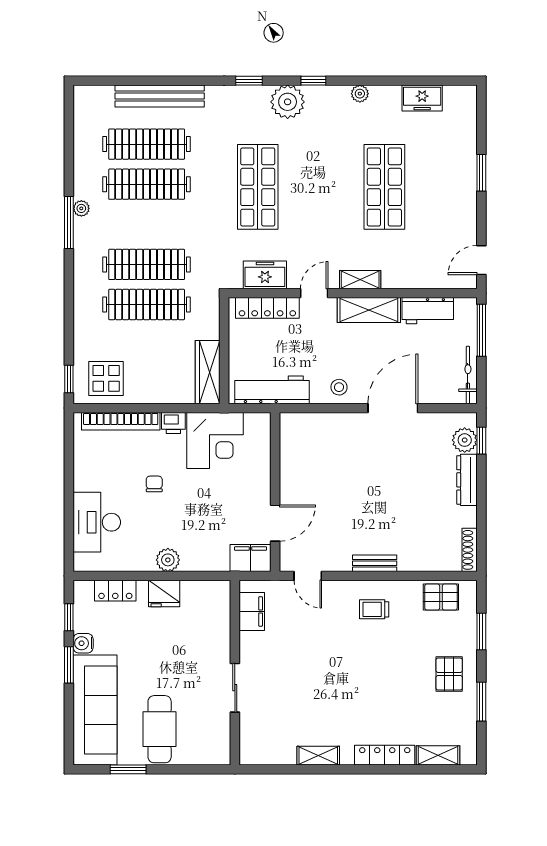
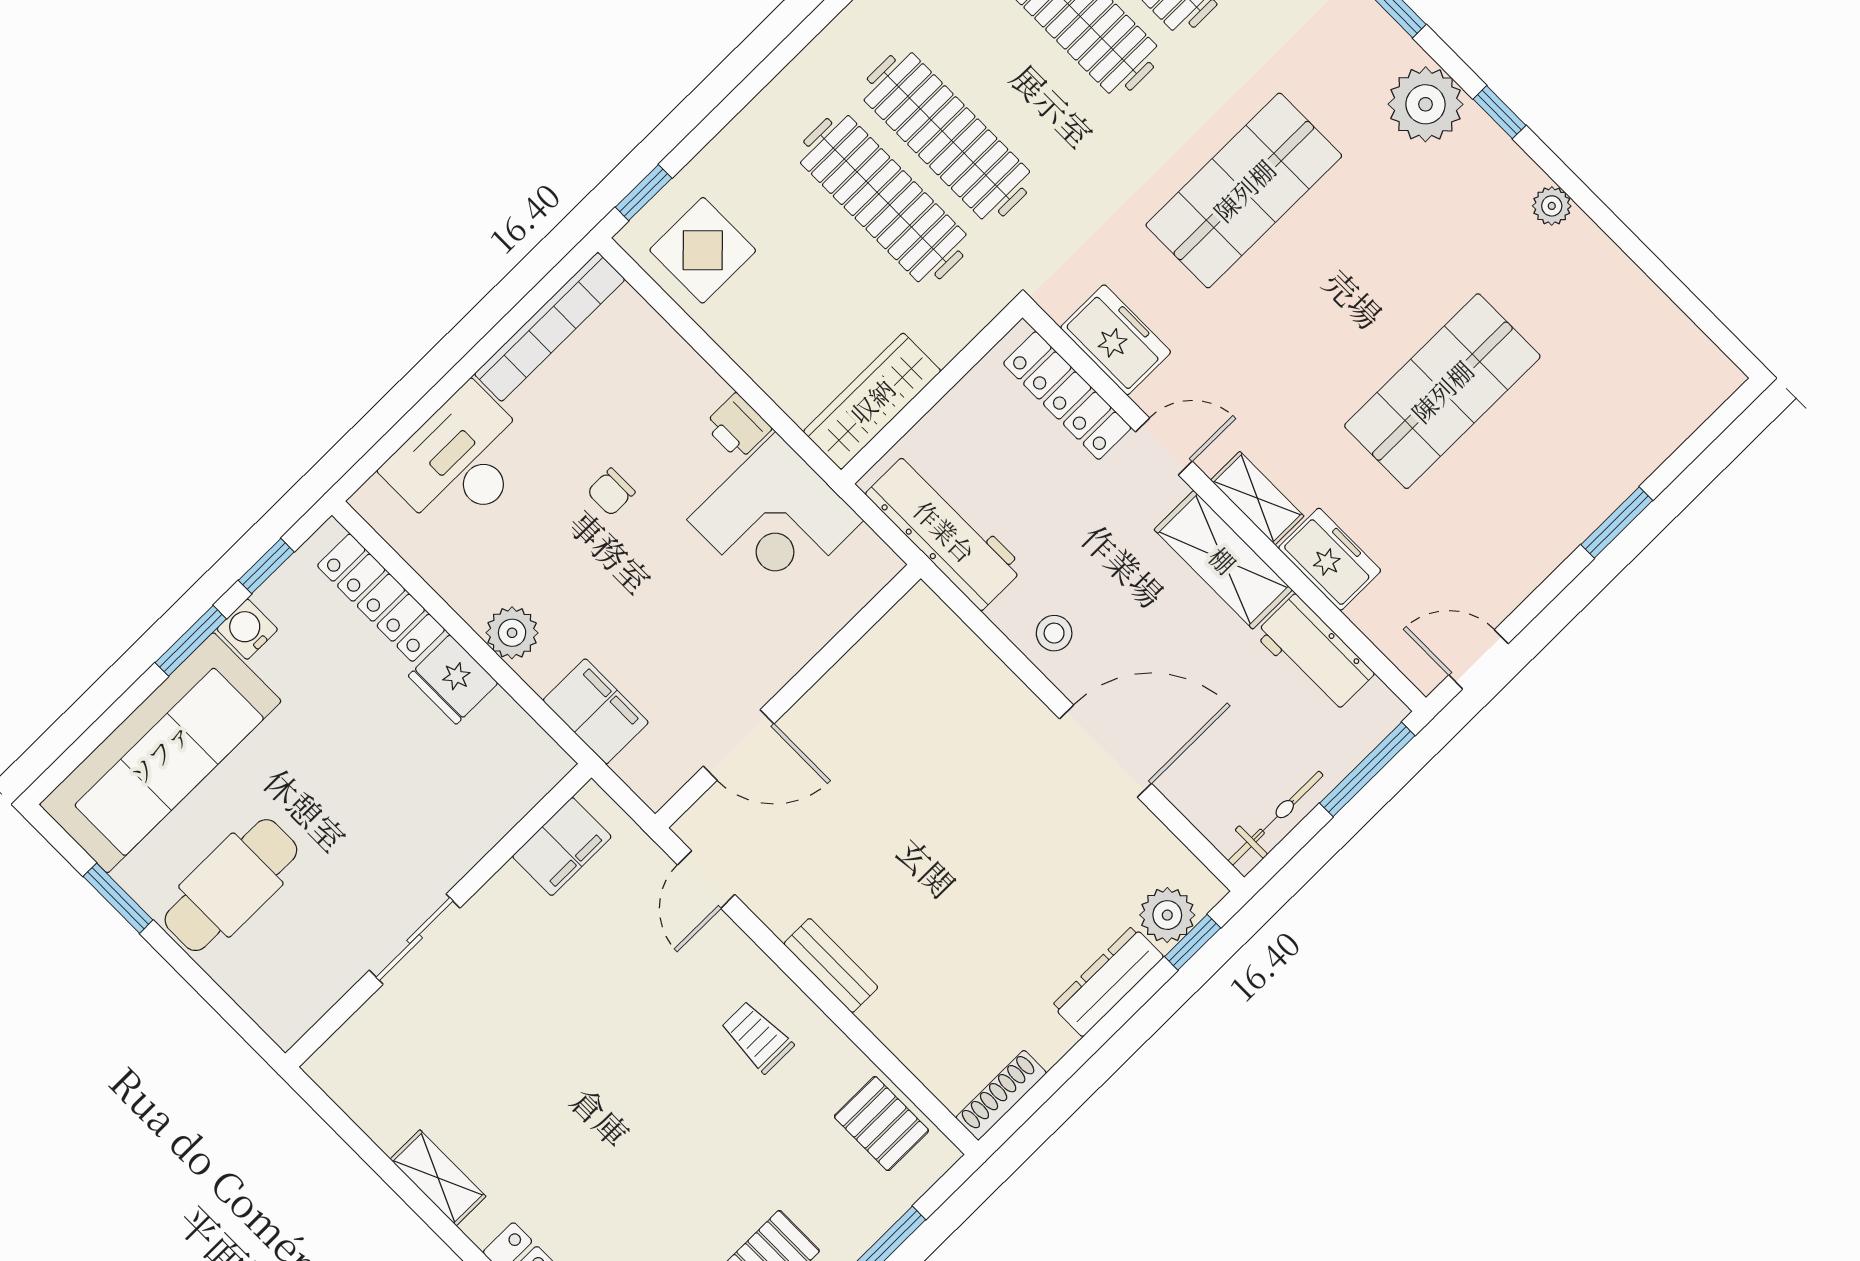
freezer: (422, 98) -> (1330, 559), moved, turned 180
bookcase: (121, 421) -> (550, 327), moved, turned -90
chair: (154, 484) -> (611, 492), turned 180
filing cabinet: (250, 558) -> (596, 711), moved
locker: (115, 591) -> (381, 598), width x1.53

